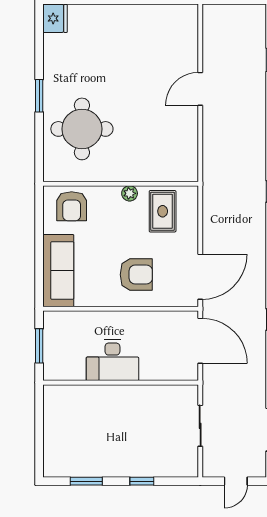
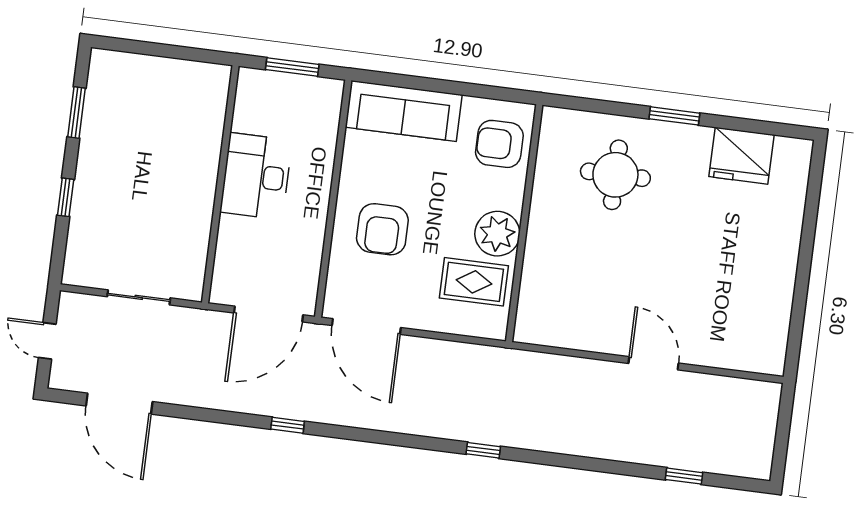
fridge: (55, 18) -> (742, 156), moved, width x1.36, depth x1.34
round table: (82, 129) -> (615, 175), width x0.73, depth x0.73
plant: (130, 193) -> (497, 234), width x1.88, depth x1.88

